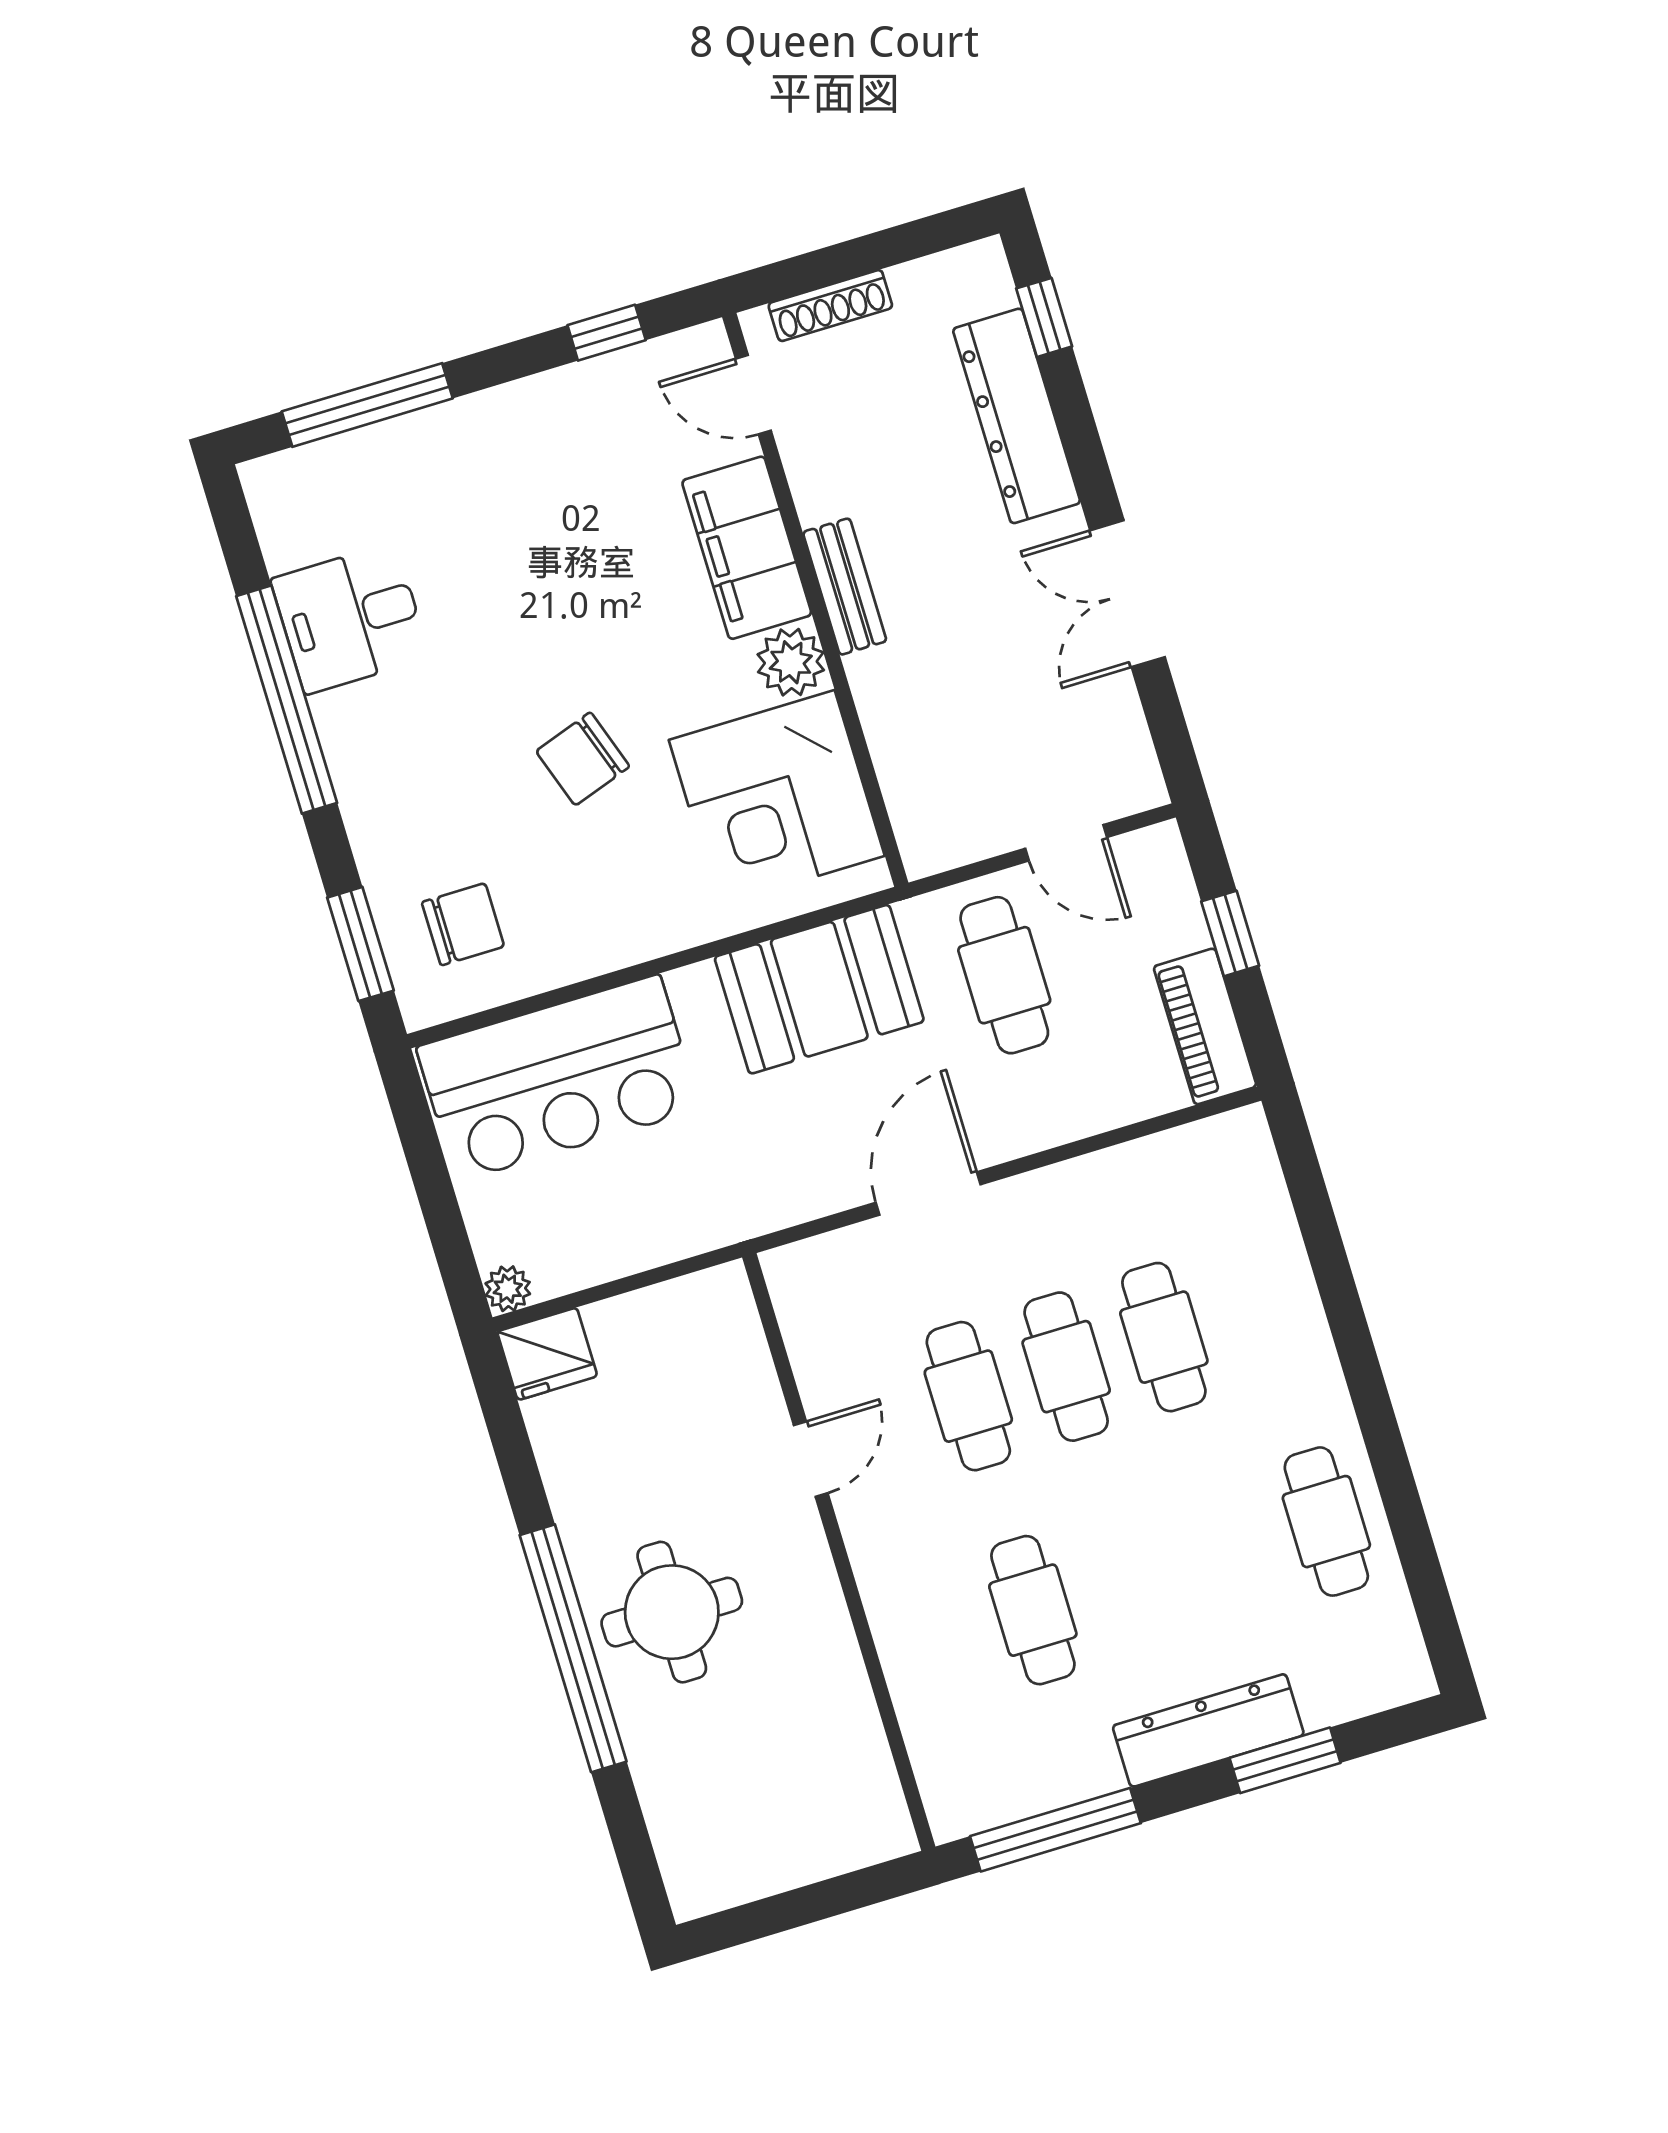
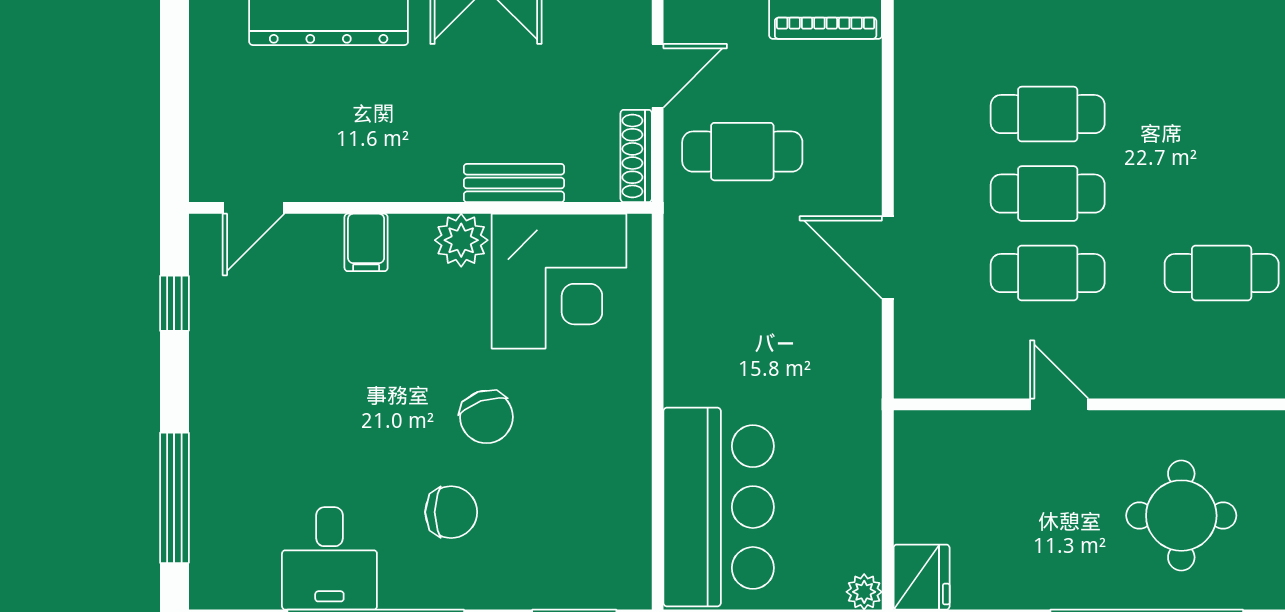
shoe rack: (830, 306) -> (636, 156), moved, turned 180
filing cabinet: (747, 548) -> (366, 242), width x0.33, depth x0.86
bench: (845, 587) -> (514, 183), moved
chair: (463, 924) -> (451, 512), moved, turned 90
booth: (819, 989) -> (711, 293), removed
cafe table: (1326, 1522) -> (1222, 35), removed
round table: (672, 1612) -> (1181, 516), moved

